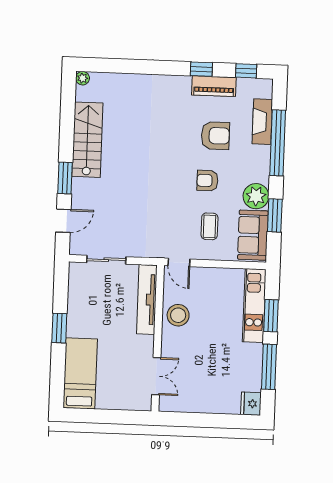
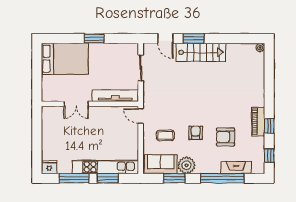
piano: (214, 86) -> (258, 122), moved
armchair: (215, 136) -> (226, 137), turned 90
stairs: (87, 140) -> (201, 52), moved
door: (179, 262) -> (141, 116), hinge flipped
kitchen unit: (254, 305) -> (105, 167), width x1.36
stool: (178, 315) -> (106, 117), removed
bed: (80, 373) -> (65, 59), width x1.50
double door: (156, 376) -> (76, 104), moved

